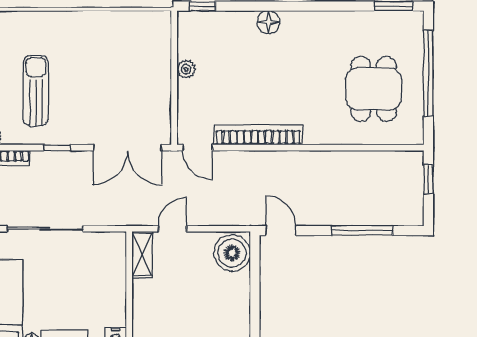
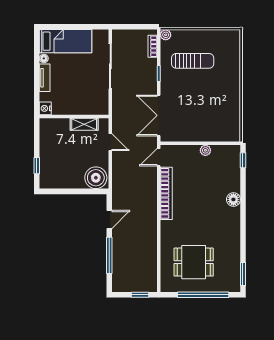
door: (281, 231) -> (109, 219), moved
shelving: (142, 254) -> (84, 124), moved

